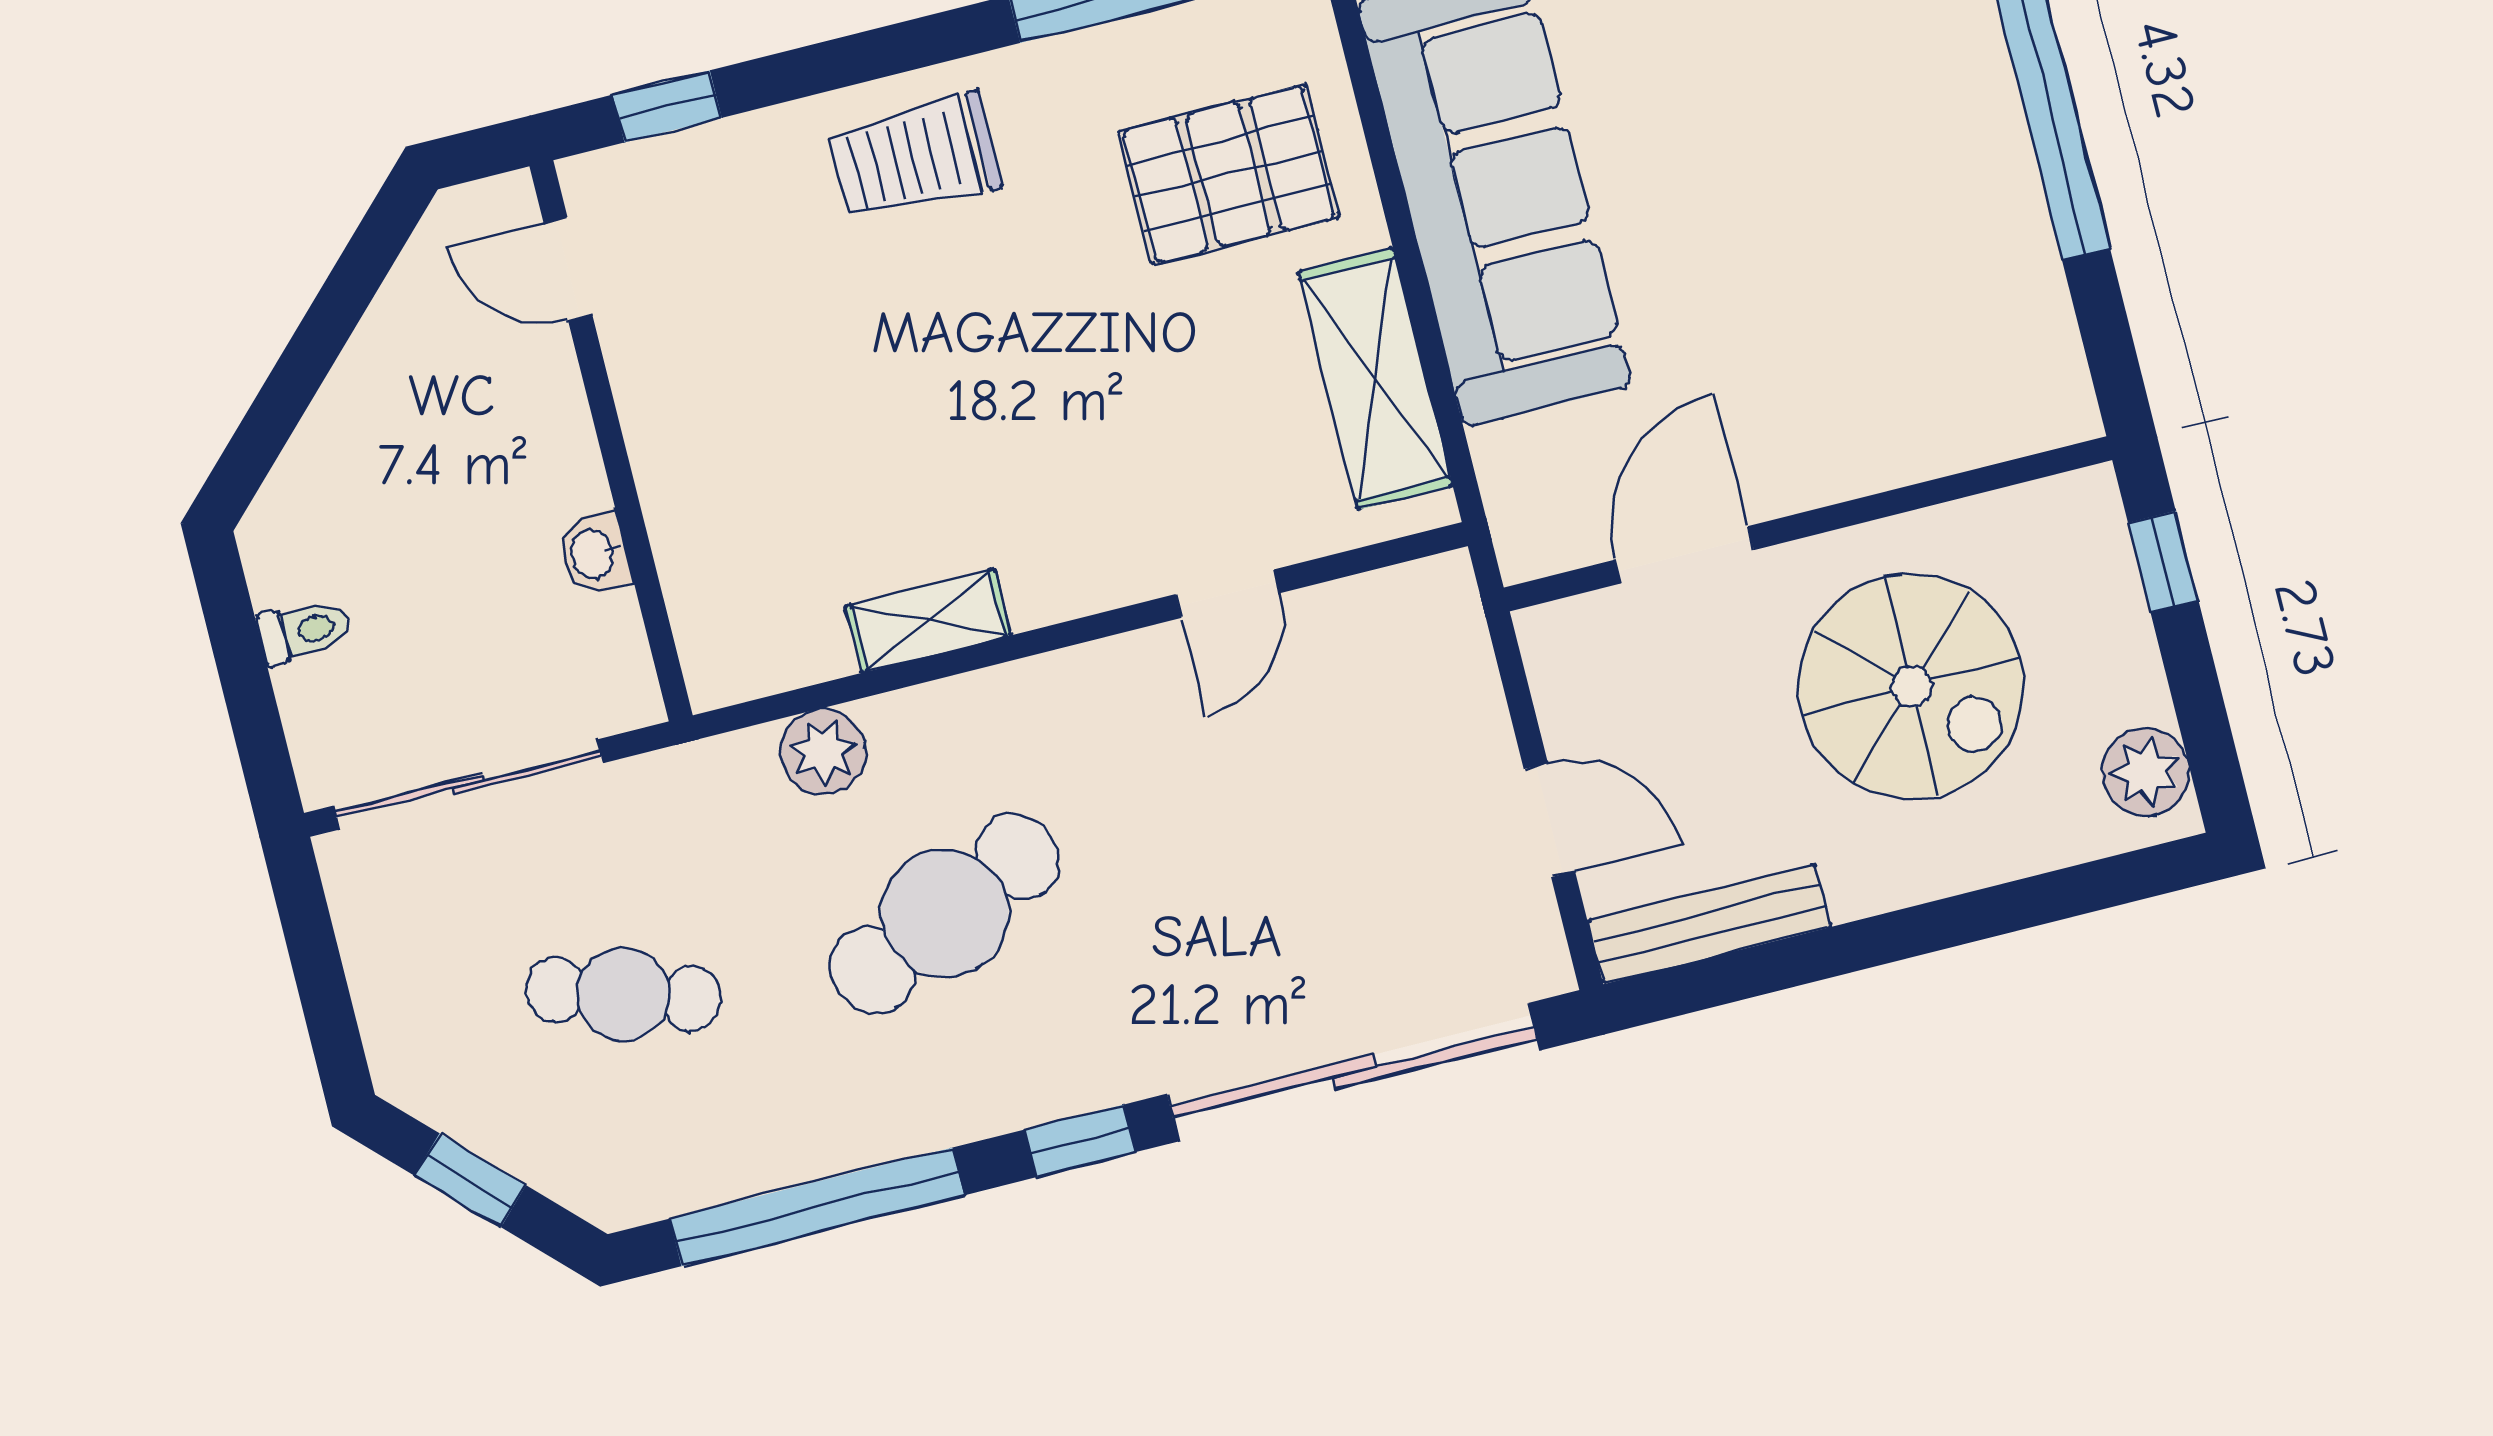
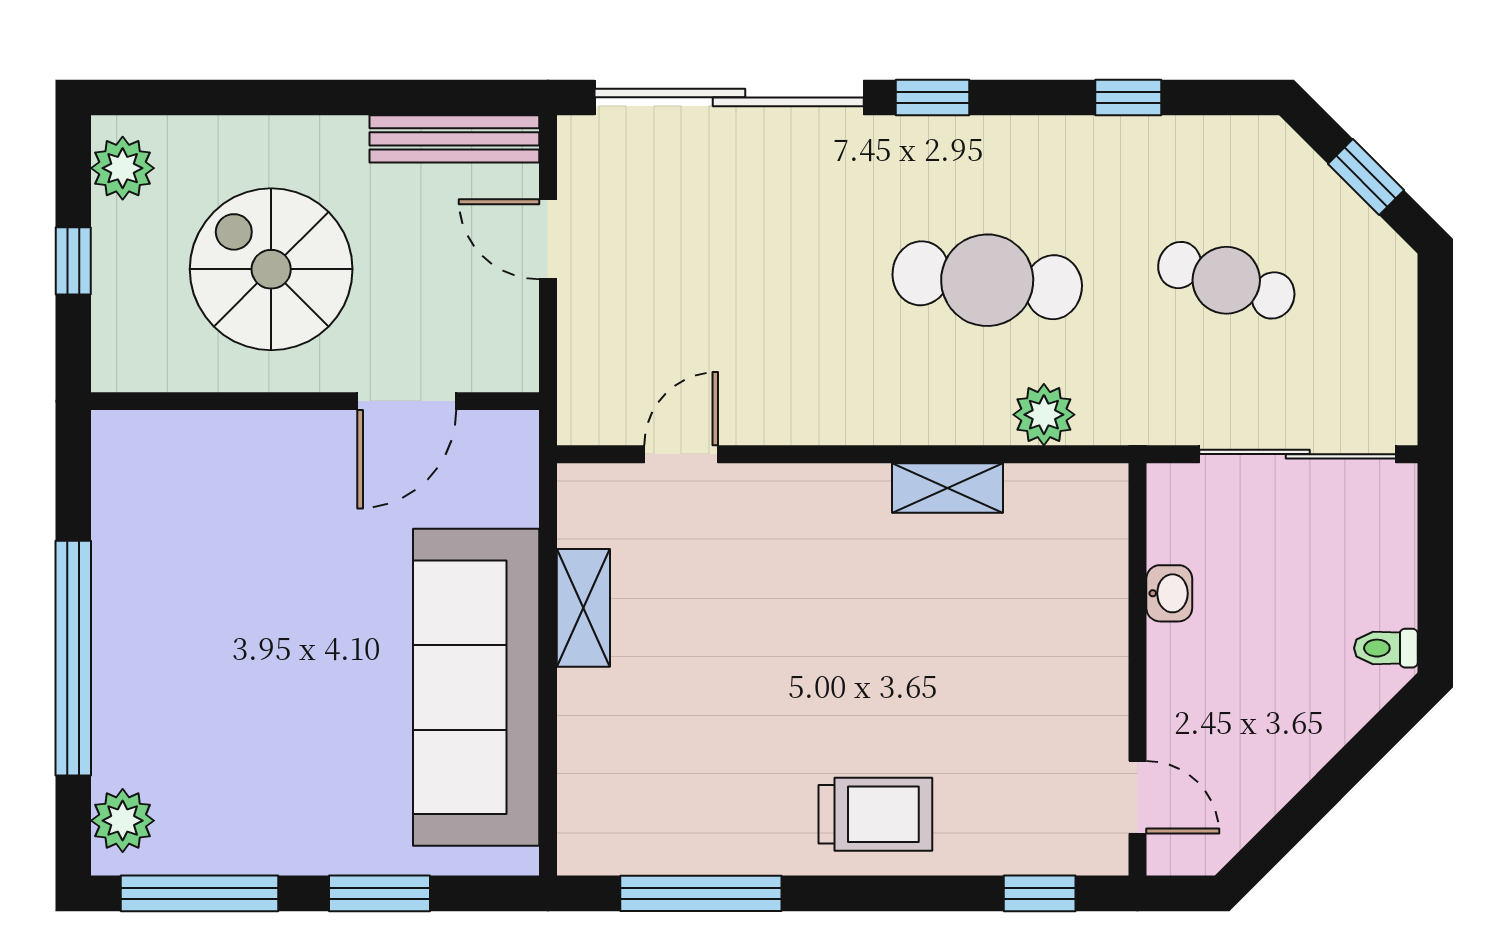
pallet: (1229, 174) -> (659, 747), removed
shelving: (1375, 379) -> (583, 608), width x0.67, depth x0.75
window: (2163, 562) -> (73, 261), moved
door: (1228, 594) -> (681, 454), moved
toilet: (304, 631) -> (1386, 648), moved
cafe table: (945, 913) -> (987, 280), turned 30
window: (817, 1207) -> (1128, 97), width x0.32

